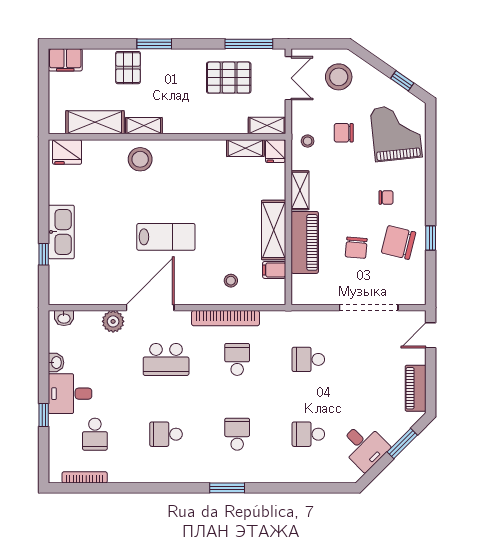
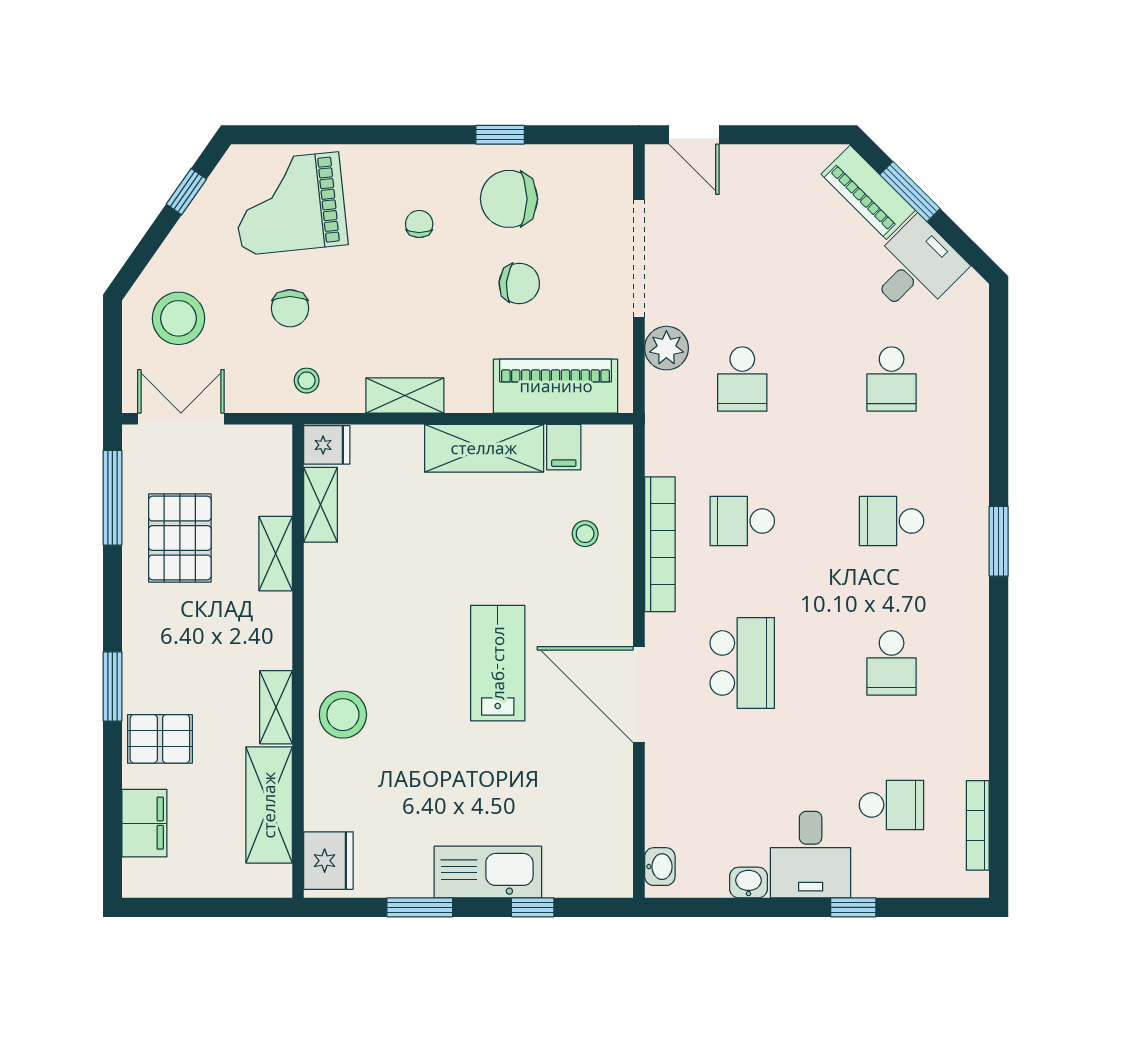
filing cabinet: (65, 60) -> (144, 823), moved
shelving: (267, 126) -> (276, 554), moved
window: (44, 198) -> (420, 907), added
piano: (305, 242) -> (556, 386), moved
chair: (399, 242) -> (509, 199), turned 76
plant: (113, 321) -> (666, 348), moved
piano: (416, 388) -> (868, 192), moved, turned 45

